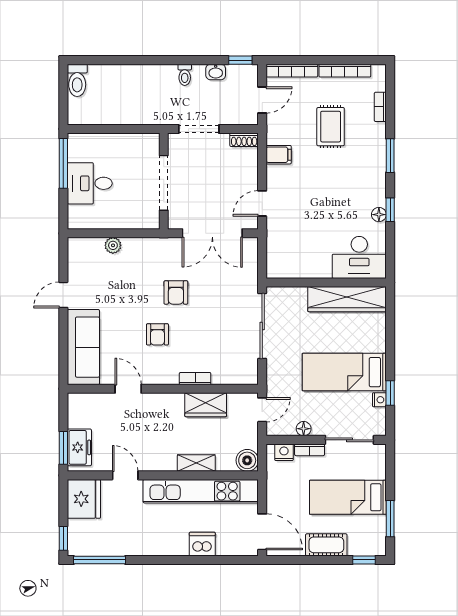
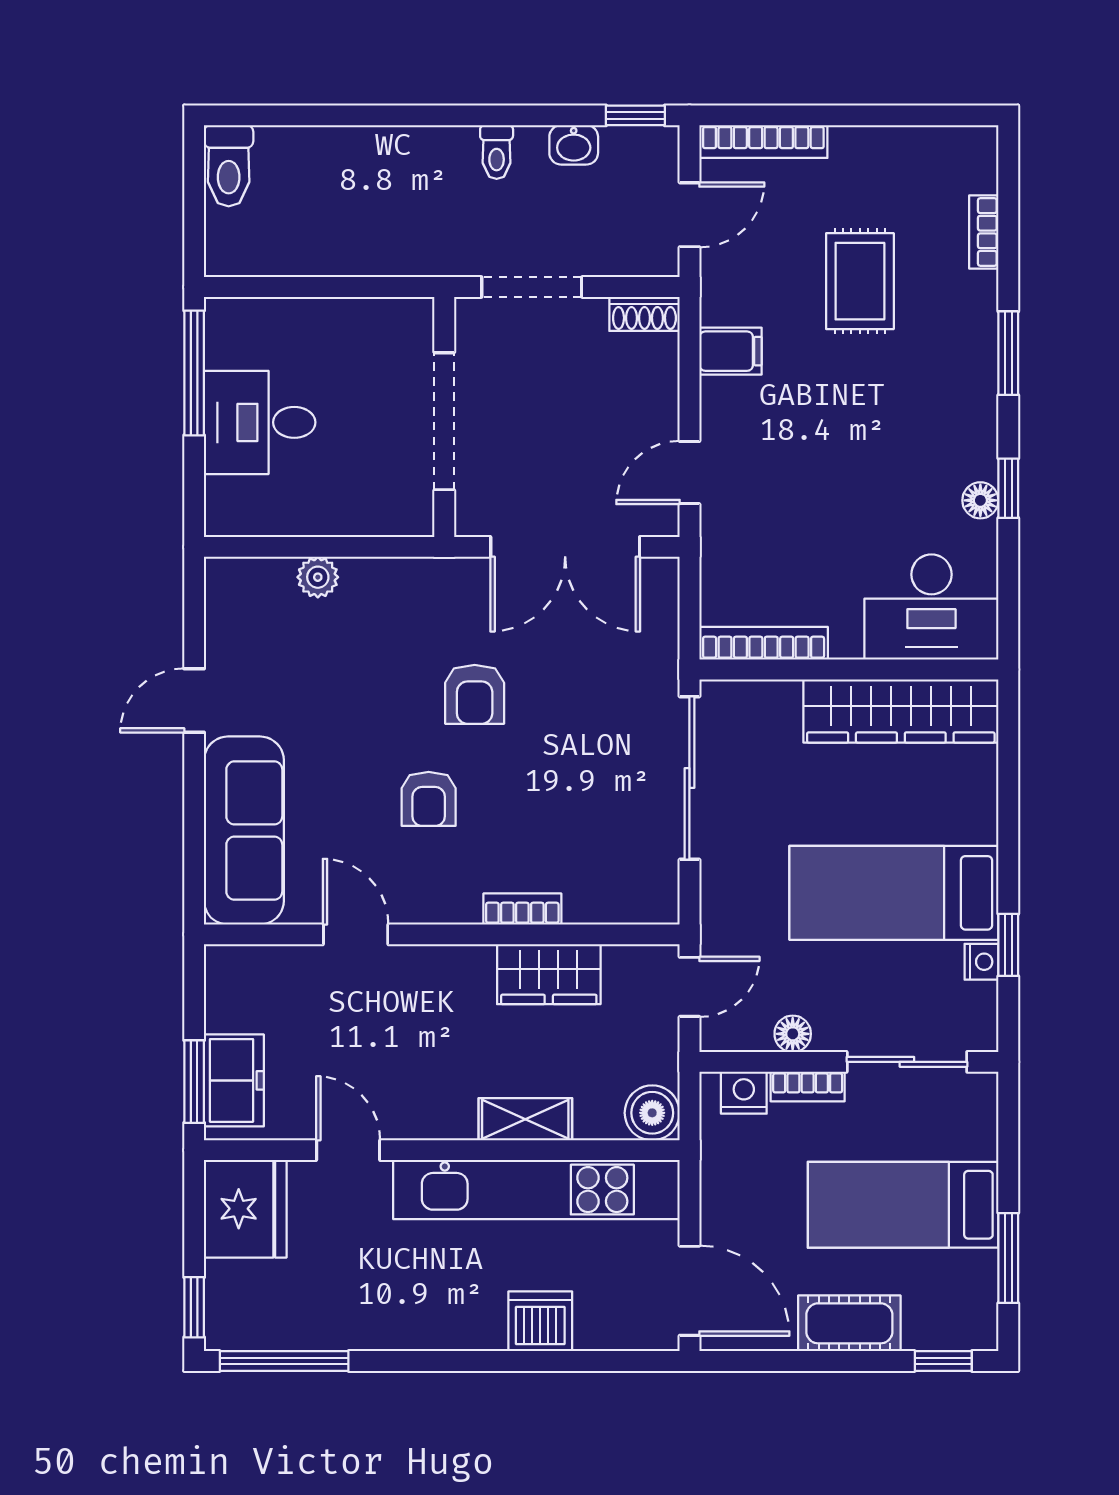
bookcase: (345, 71) -> (764, 643), moved, turned 180

